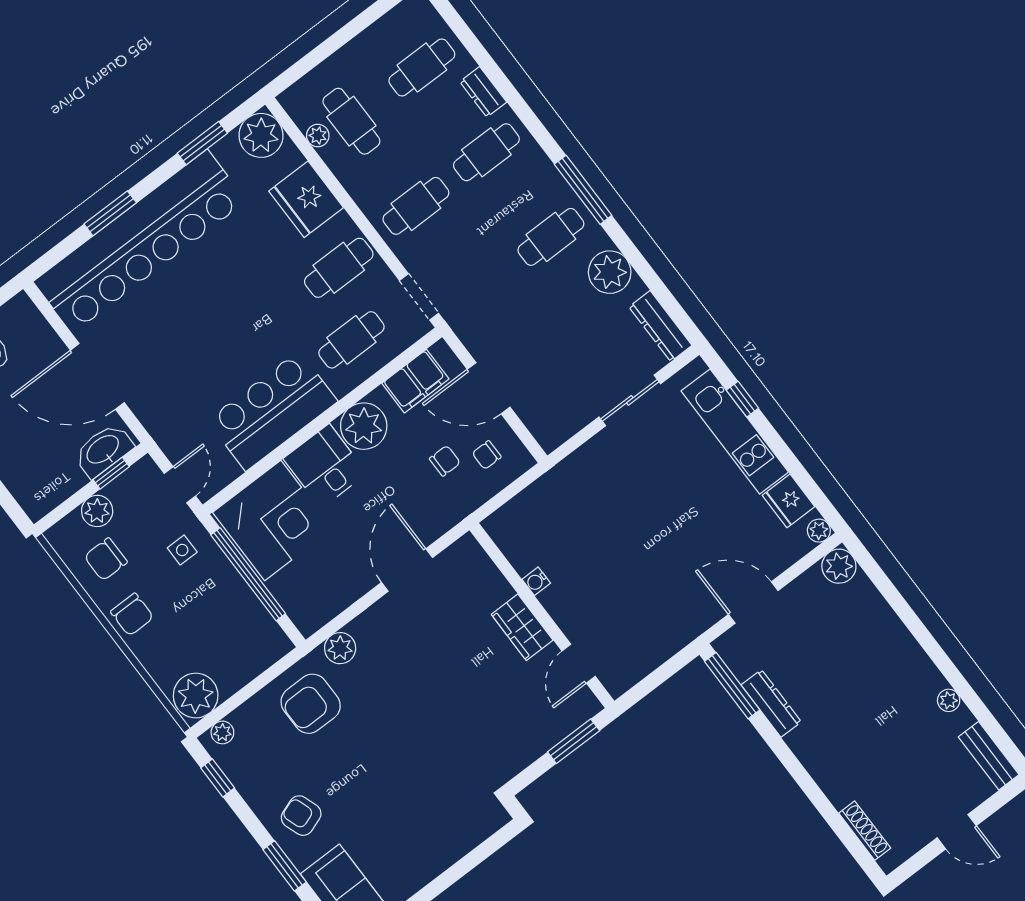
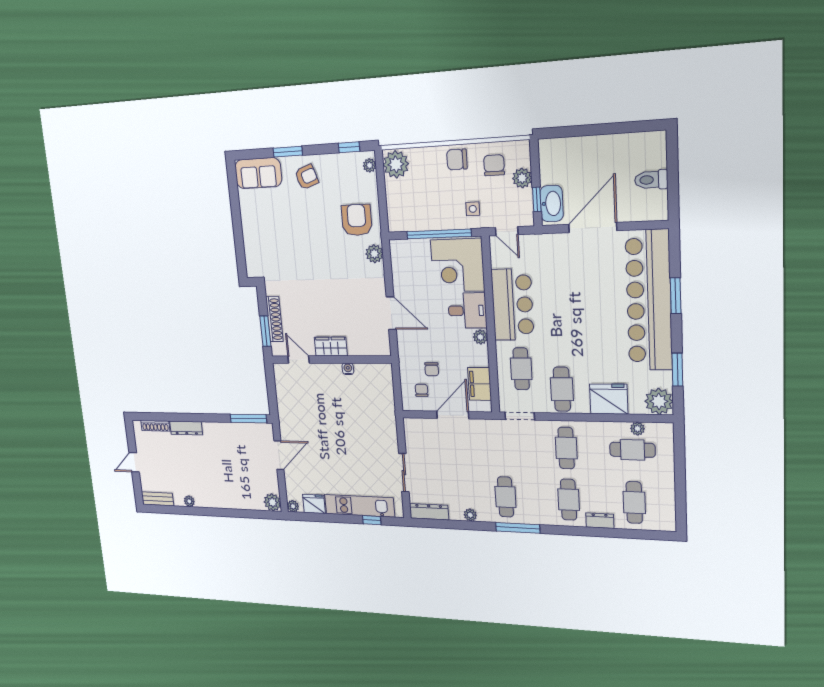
plant: (610, 272) -> (470, 515), width x0.53, depth x0.53
plant: (364, 426) -> (480, 337), width x0.53, depth x0.53
dresser: (771, 703) -> (186, 428), moved
shoe rack: (545, 738) -> (274, 319), added

